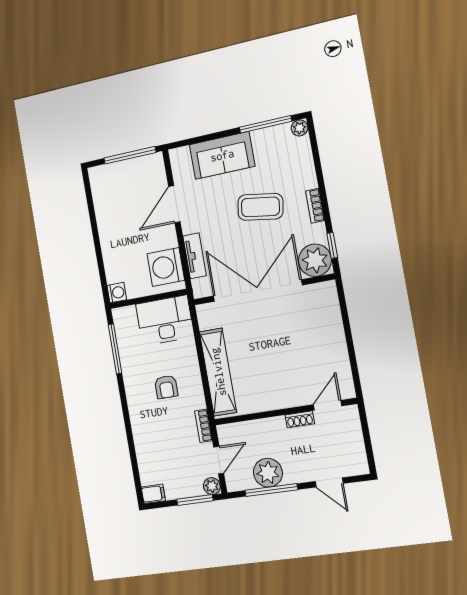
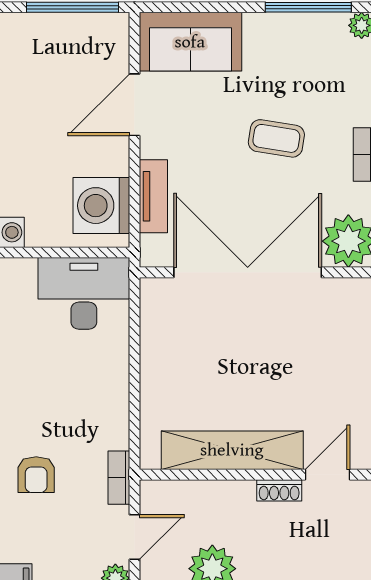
sofa: (222, 155) -> (190, 42), moved
coffee table: (260, 207) -> (276, 138), width x0.73, depth x0.77
shelving: (218, 372) -> (232, 450), moved, turned 90
armchair: (166, 387) -> (36, 475), moved

